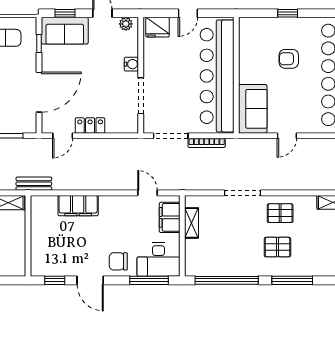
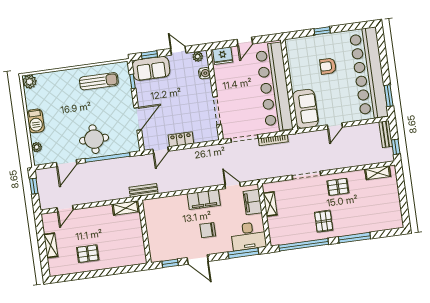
water cooler: (131, 64) -> (204, 73), moved
door: (39, 92) -> (138, 119), width x0.73
filing cabinet: (78, 206) -> (204, 200), moved
pallet: (277, 247) -> (324, 221), moved, turned 90
chair: (118, 261) -> (208, 230), moved

